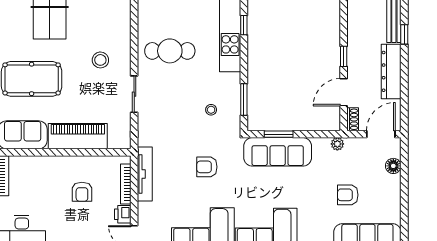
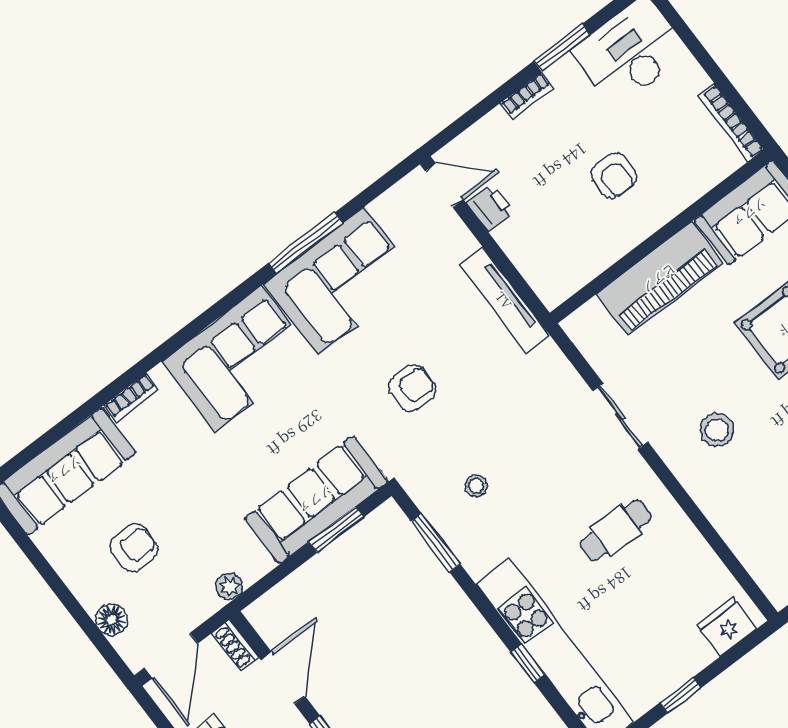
cafe table: (170, 51) -> (616, 530), width x0.73, depth x0.74
bookcase: (126, 184) -> (523, 260), removed
armchair: (82, 192) -> (614, 176), moved, turned 180
armchair: (348, 195) -> (134, 548), moved

